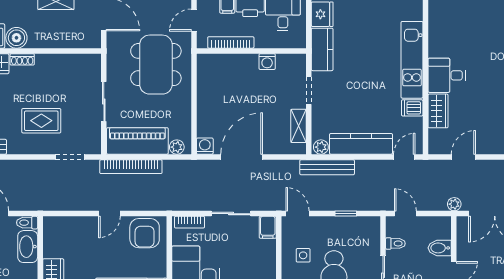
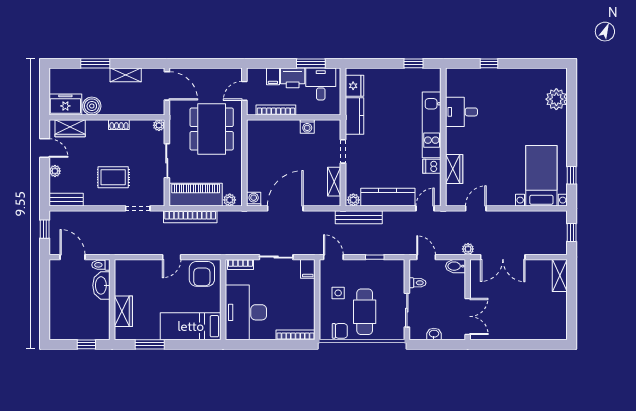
shoe rack: (22, 59) -> (119, 125), moved
plant: (95, 60) -> (159, 125), added
desk: (447, 75) -> (461, 112), moved
bidet: (440, 248) -> (455, 266), moved

